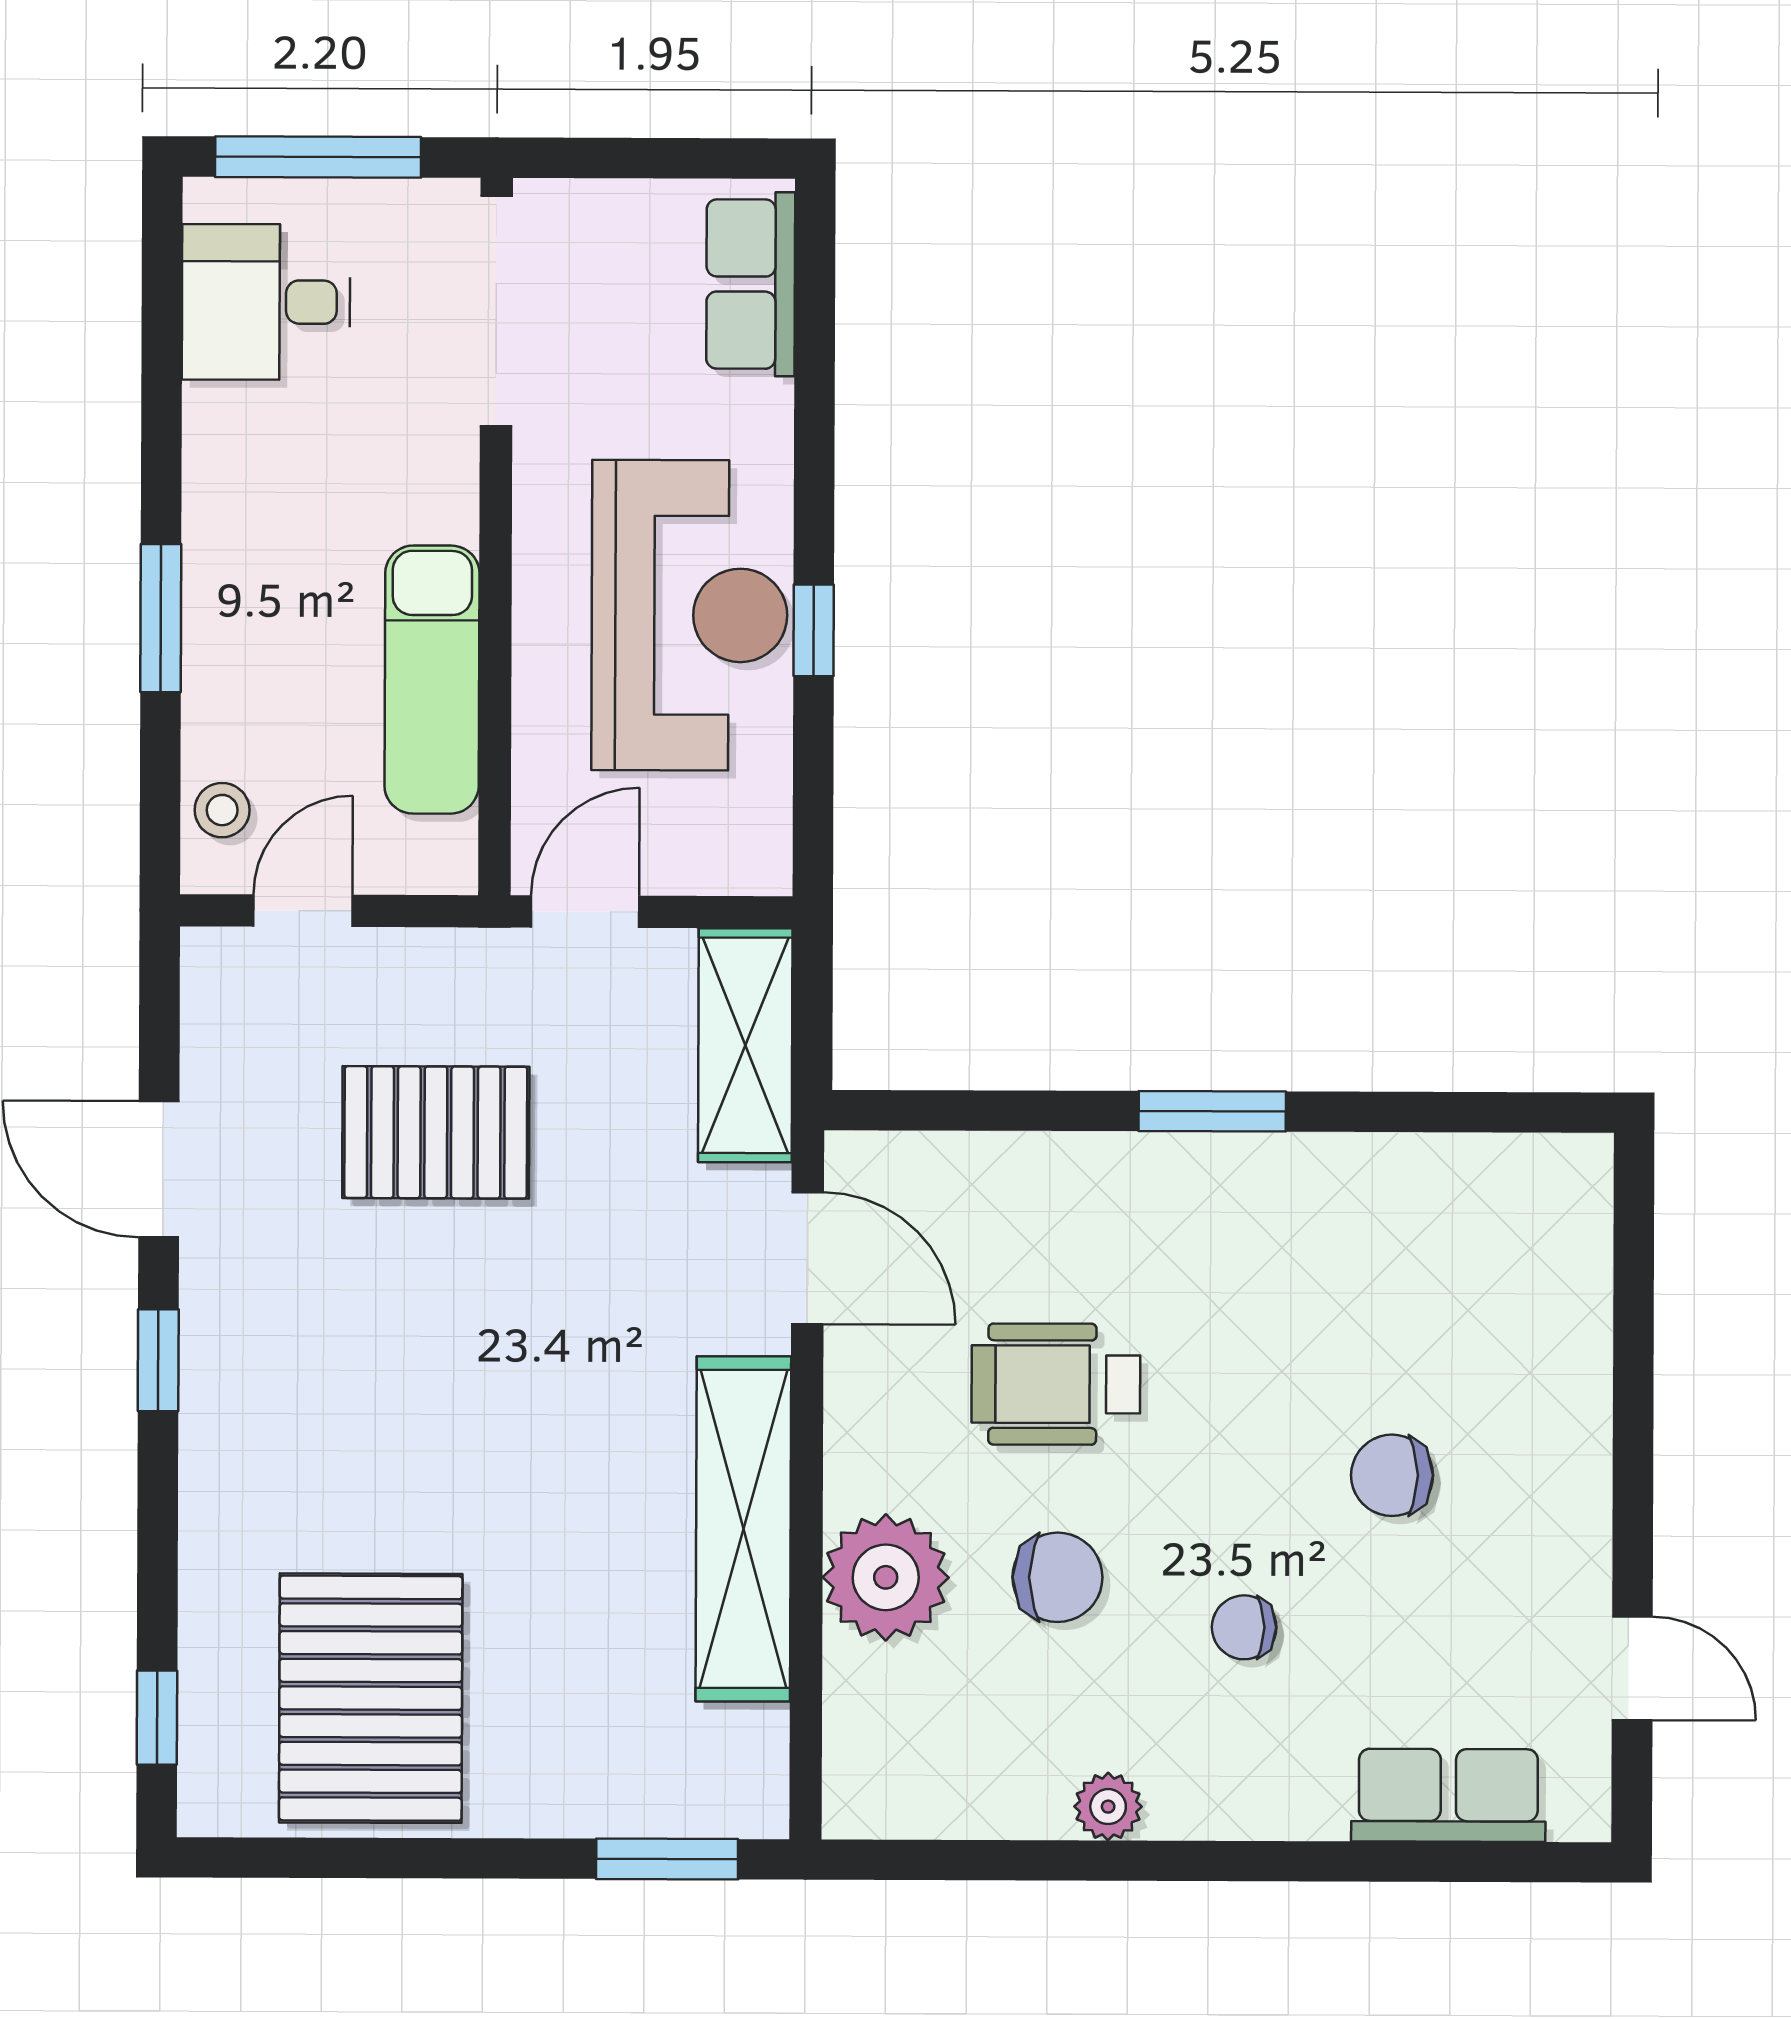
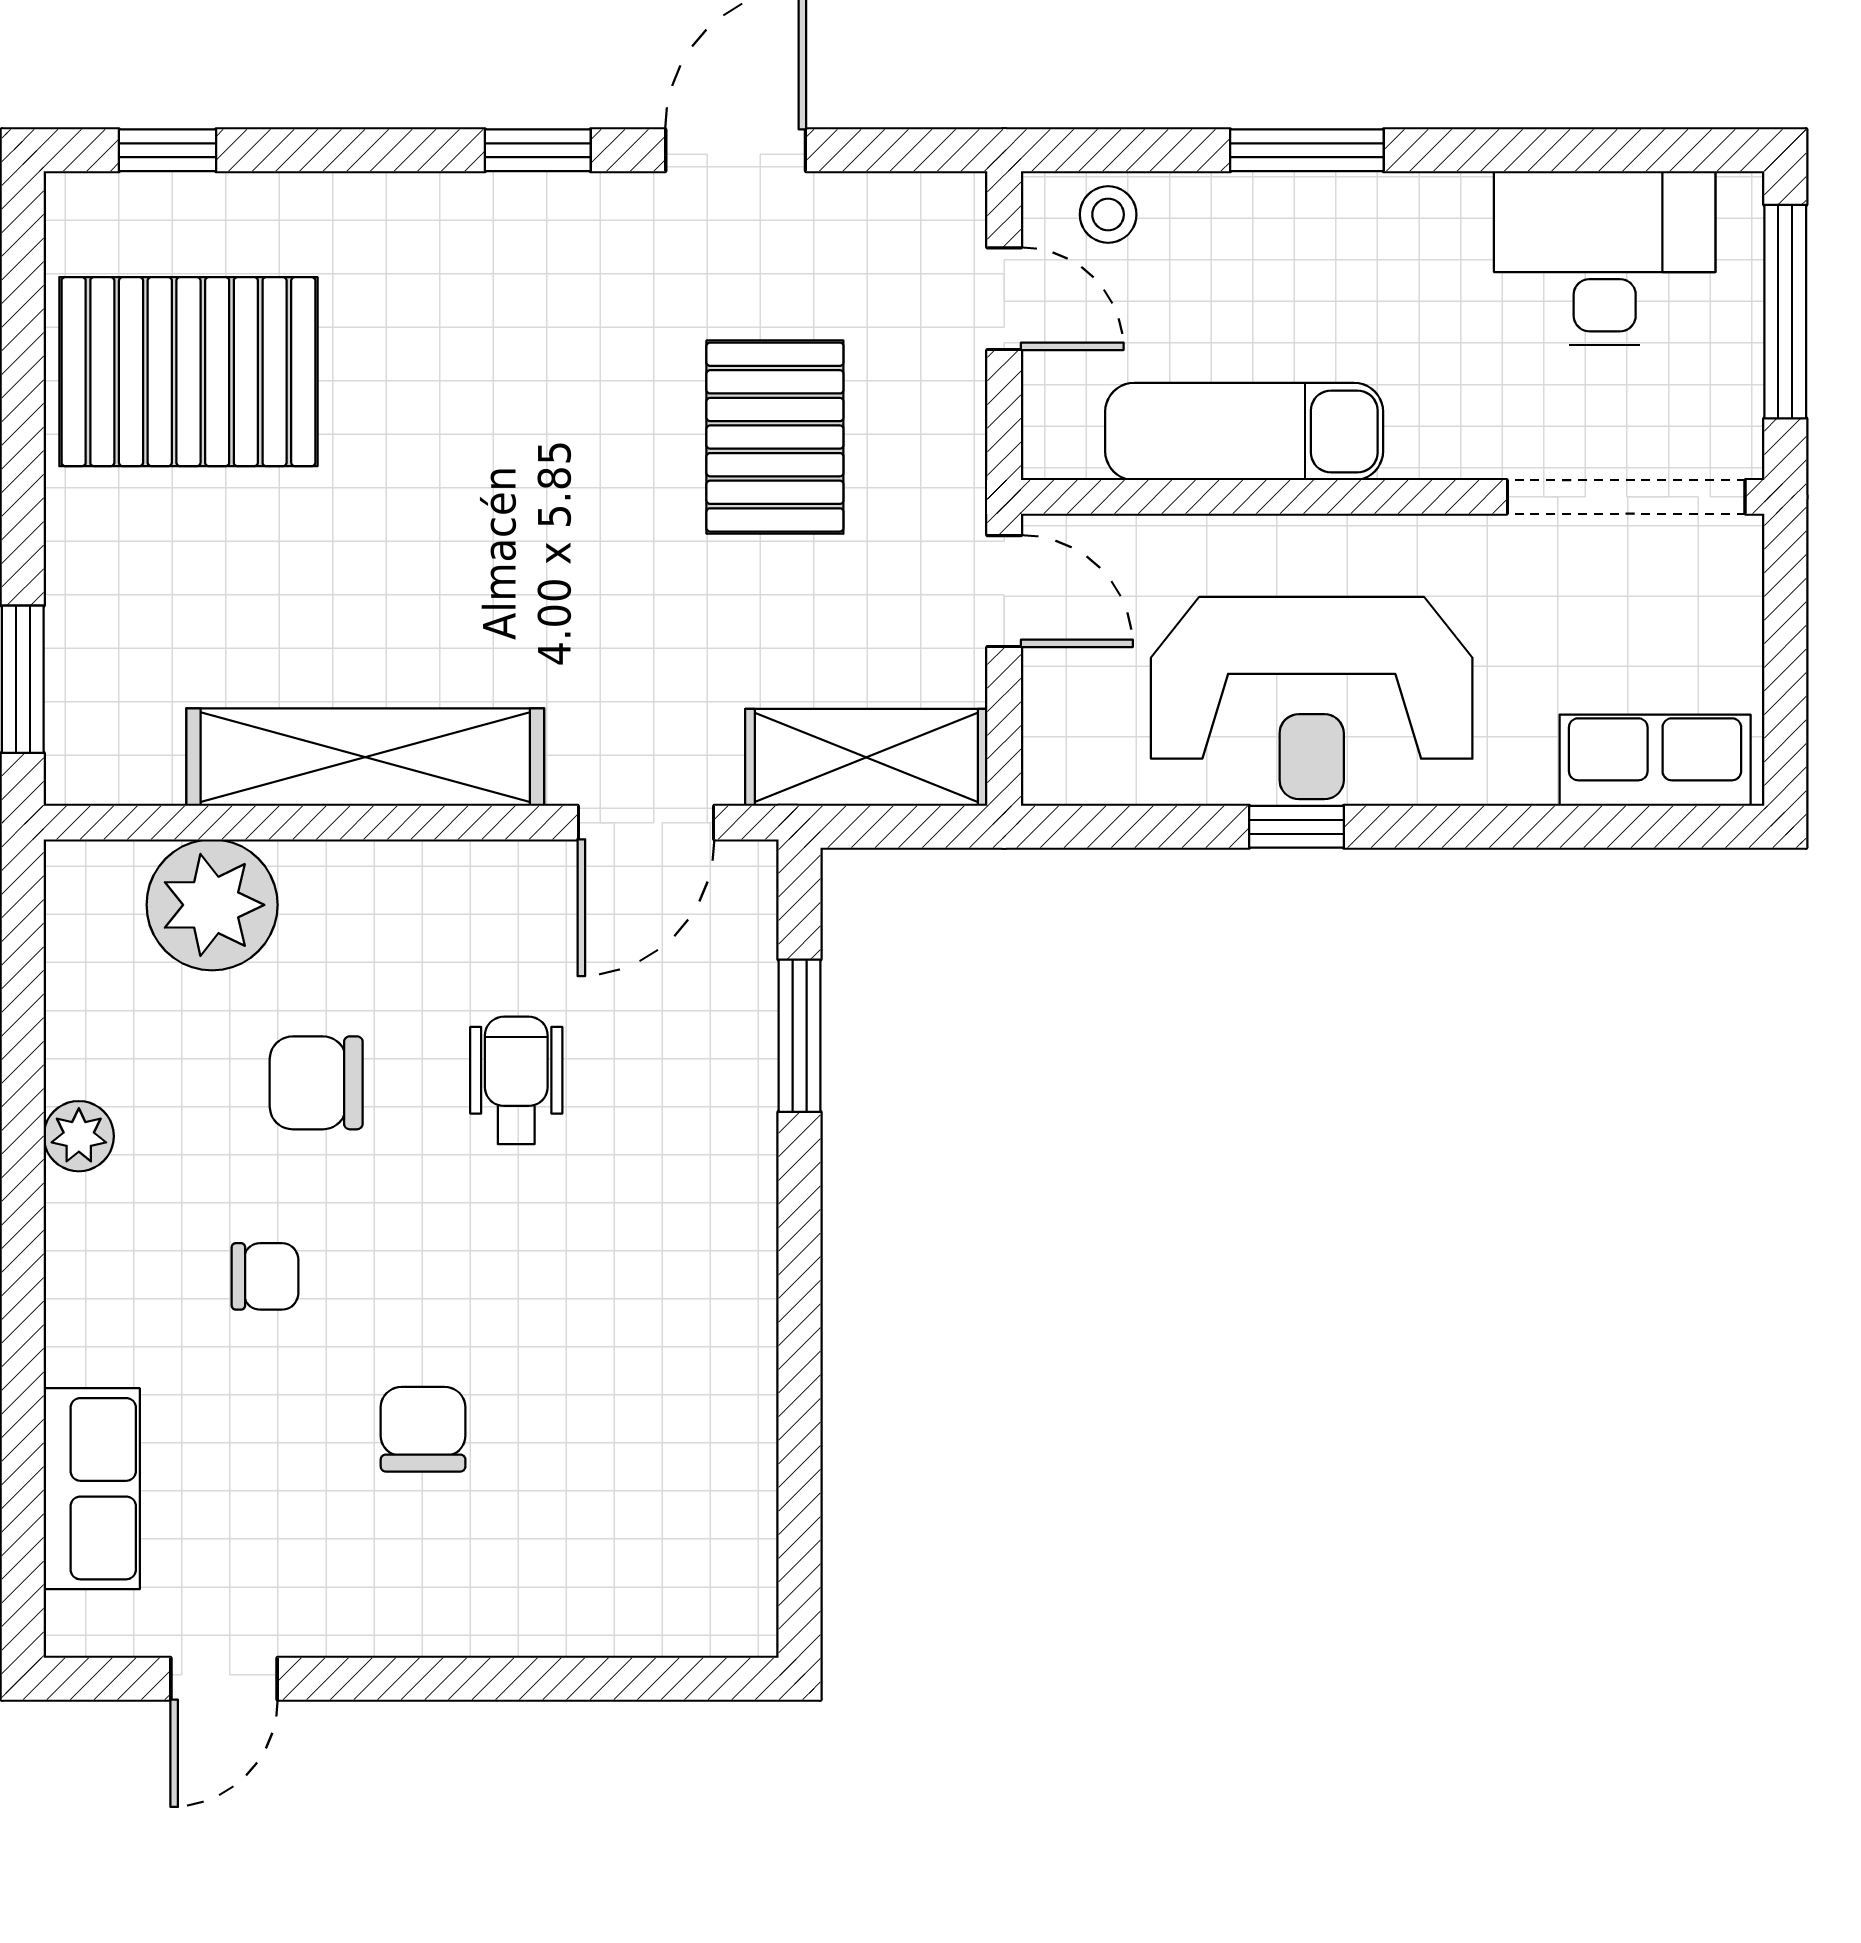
desk: (266, 302) -> (1605, 258), width x1.37
window: (1212, 1111) -> (800, 1036), moved
wheelchair: (1056, 1384) -> (516, 1080), width x0.73, depth x0.73
plant: (886, 1577) -> (212, 905), moved
chair: (1057, 1577) -> (316, 1083), turned 90
chair: (1244, 1627) -> (265, 1276), turned 90

